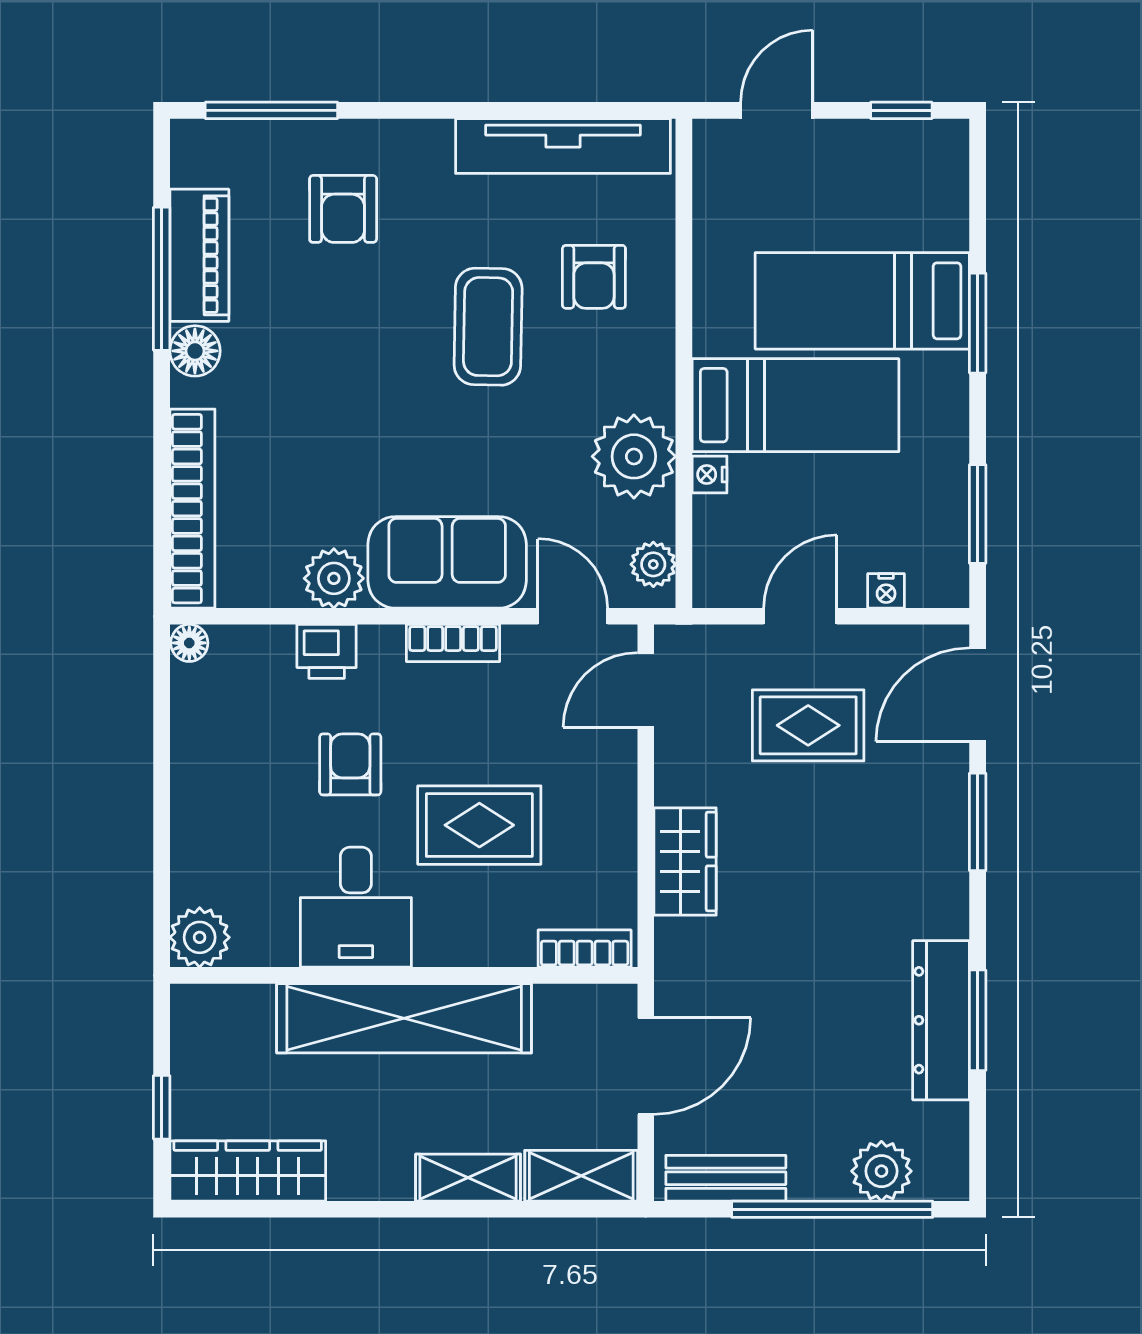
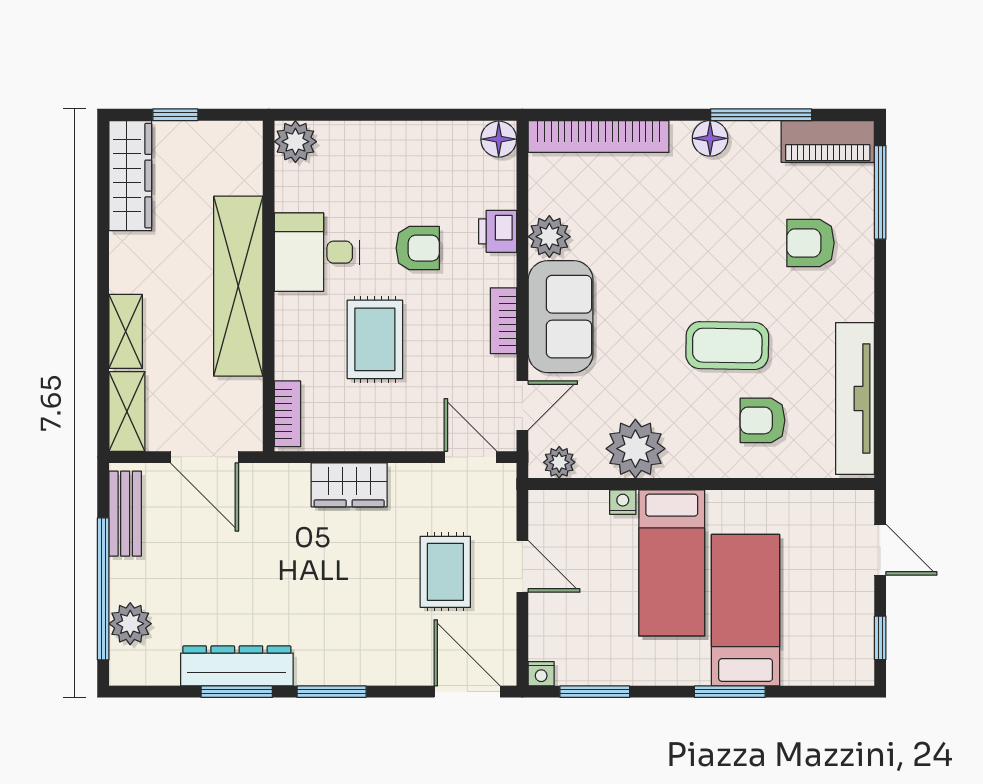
piano: (199, 255) -> (828, 141), moved
nightstand: (886, 591) -> (541, 674), moved, turned -90
floor lamp: (189, 643) -> (499, 139), width x1.37, depth x1.37
window: (978, 822) -> (332, 692), moved

